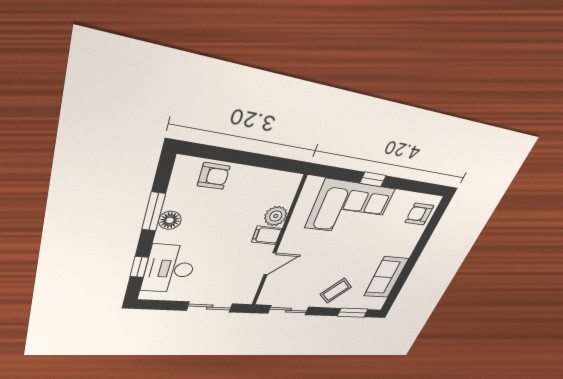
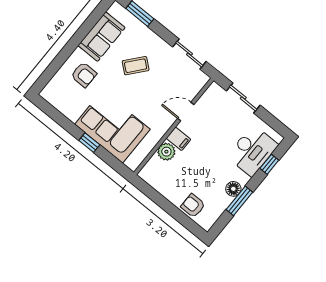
armchair: (419, 214) -> (84, 75), moved
coffee table: (336, 291) -> (136, 66), moved

